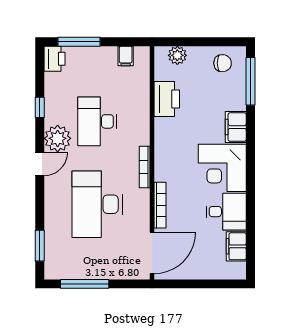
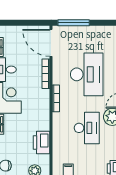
door: (152, 253) -> (51, 43), hinge flipped
window: (85, 284) -> (74, 23), moved

